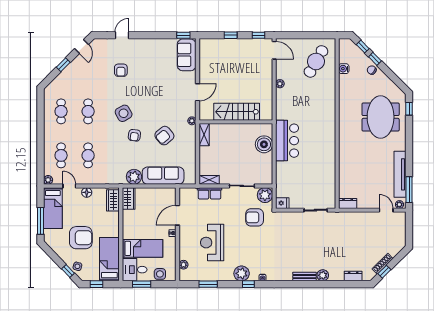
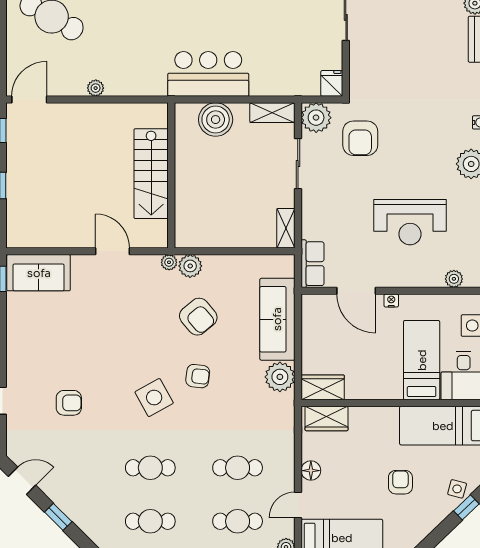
plant: (190, 132) -> (190, 266), added
shelving: (204, 135) -> (272, 113), moved
row of seats: (209, 193) -> (313, 264), moved
armchair: (81, 238) -> (400, 482), width x0.53, depth x0.53

